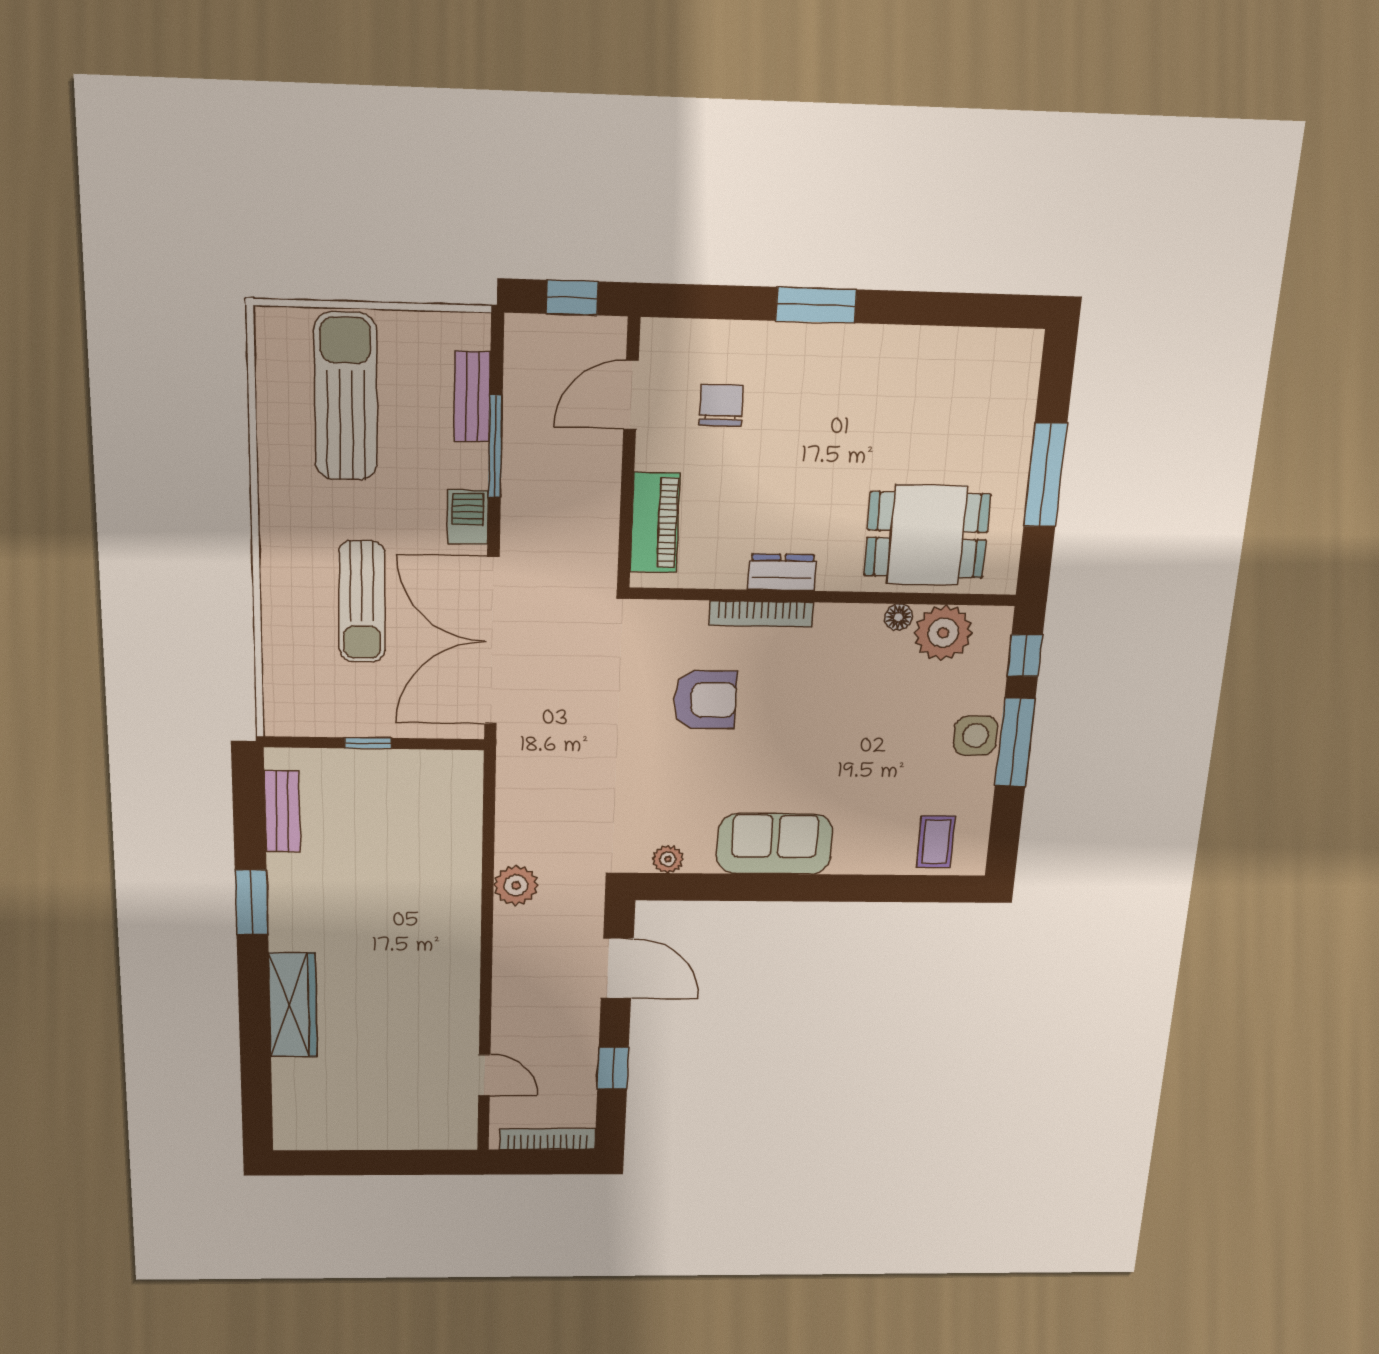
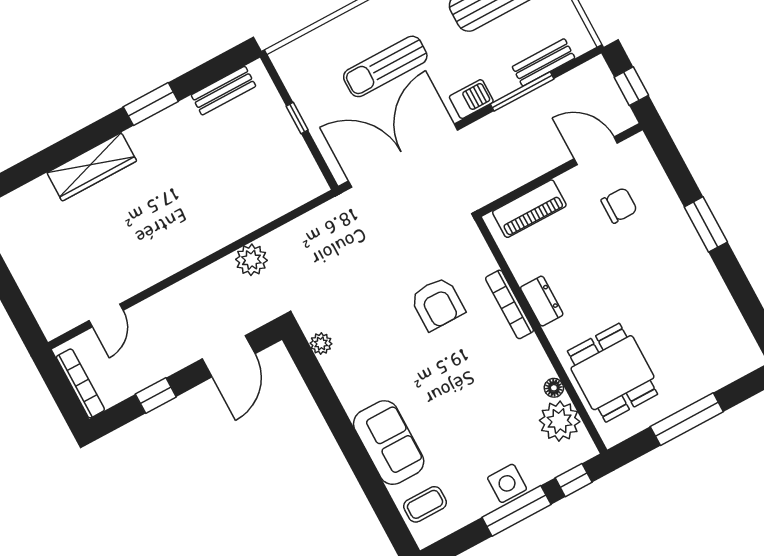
sofa: (775, 844) -> (389, 443), moved

